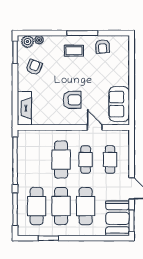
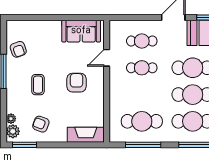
armchair: (102, 47) -> (18, 49), turned 74
coffee table: (74, 51) -> (38, 85), moved
cafe table: (61, 160) -> (142, 121), moved
window: (15, 161) -> (143, 145), width x0.68

